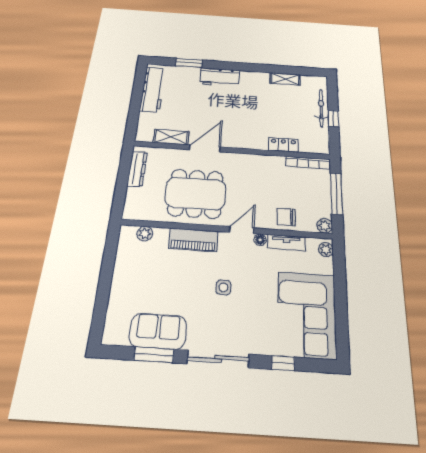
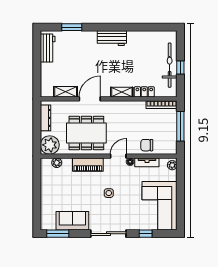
workbench: (220, 77) -> (112, 38), moved
shelving: (285, 79) -> (122, 92), moved
workbench: (153, 89) -> (48, 48), width x0.73
bicycle: (321, 108) -> (170, 65), width x1.37, depth x1.40
plant: (325, 226) -> (50, 145), moved, width x1.87, depth x1.87
window: (154, 355) -> (58, 234), moved

